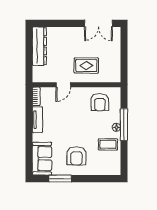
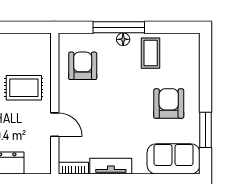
rug: (86, 65) -> (24, 88), turned 90
armchair: (100, 102) -> (83, 66), turned -90
armchair: (76, 156) -> (169, 104), turned -90

